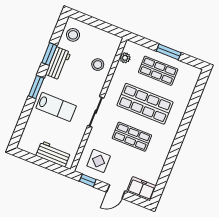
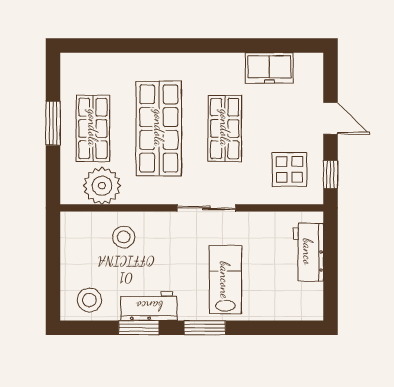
plant: (125, 58) -> (102, 186), width x1.88, depth x1.88
freezer: (141, 189) -> (269, 68), moved, turned -90

